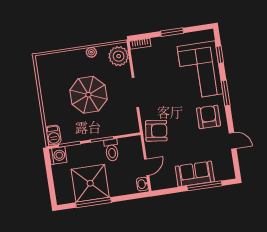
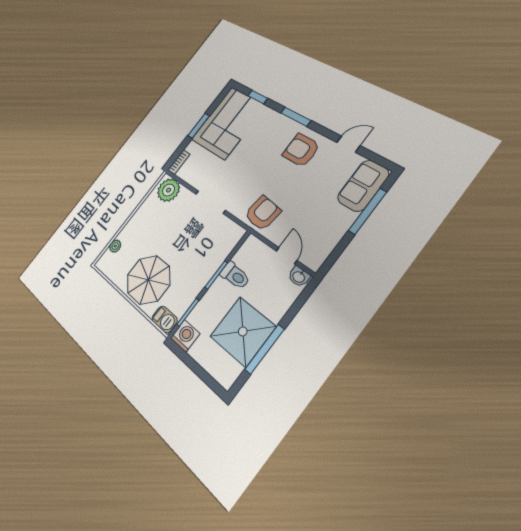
plant: (91, 52) -> (115, 246), moved
corner sofa: (200, 70) -> (228, 123), moved, turned -90
parasol: (88, 95) -> (148, 280), moved
sofa: (195, 174) -> (363, 186), moved

